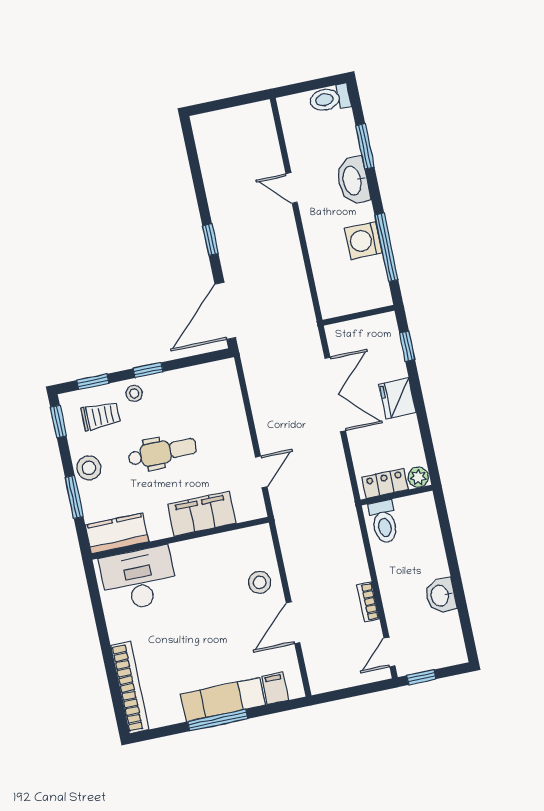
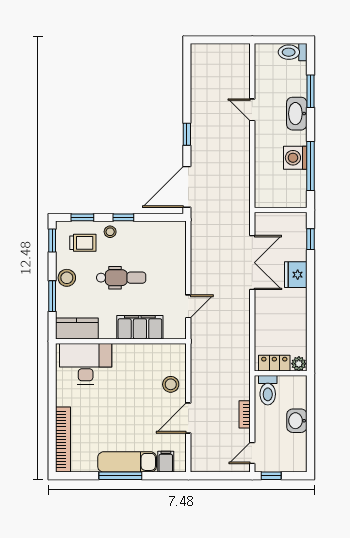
plant: (418, 477) -> (299, 364), moved
locker: (385, 483) -> (274, 363), moved
wall: (396, 495) -> (281, 373), moved
toilet: (384, 522) -> (268, 390), moved

